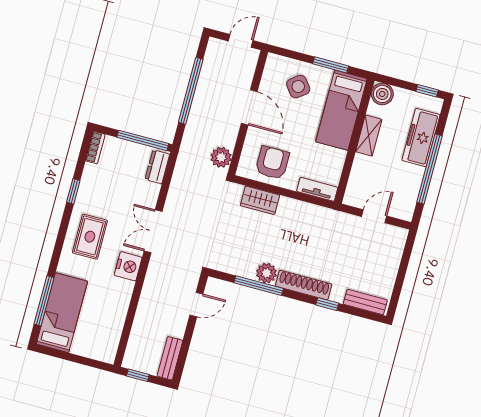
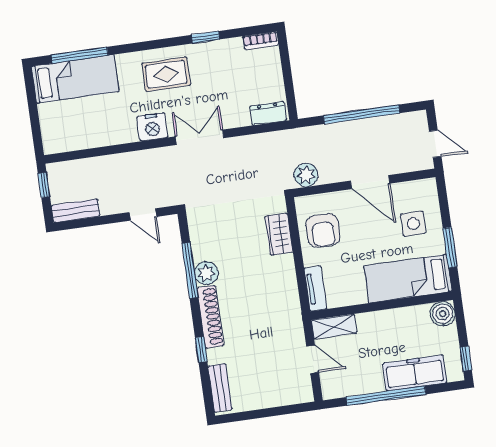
side table: (298, 87) -> (413, 224), turned 38
door: (249, 107) -> (370, 182), hinge flipped
shelving: (369, 136) -> (334, 327), moved
window: (143, 140) -> (289, 87), removed
armchair: (272, 163) -> (323, 230), turned 90

